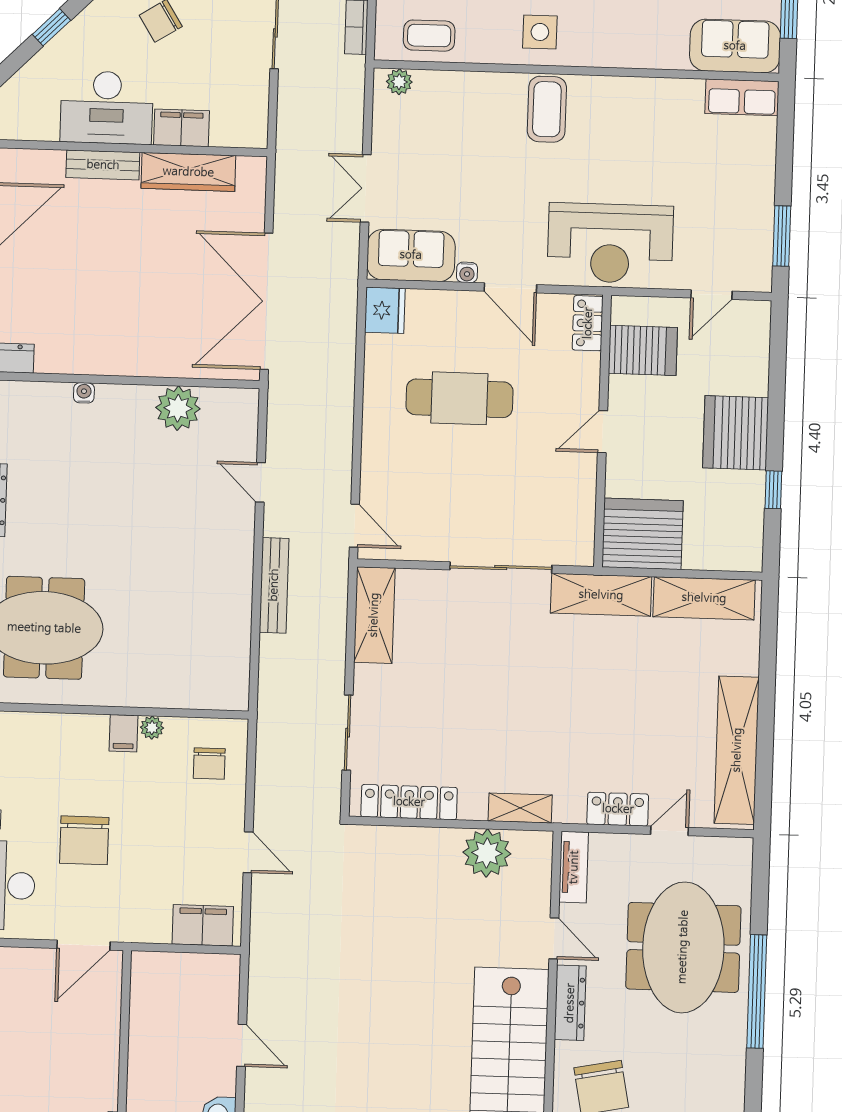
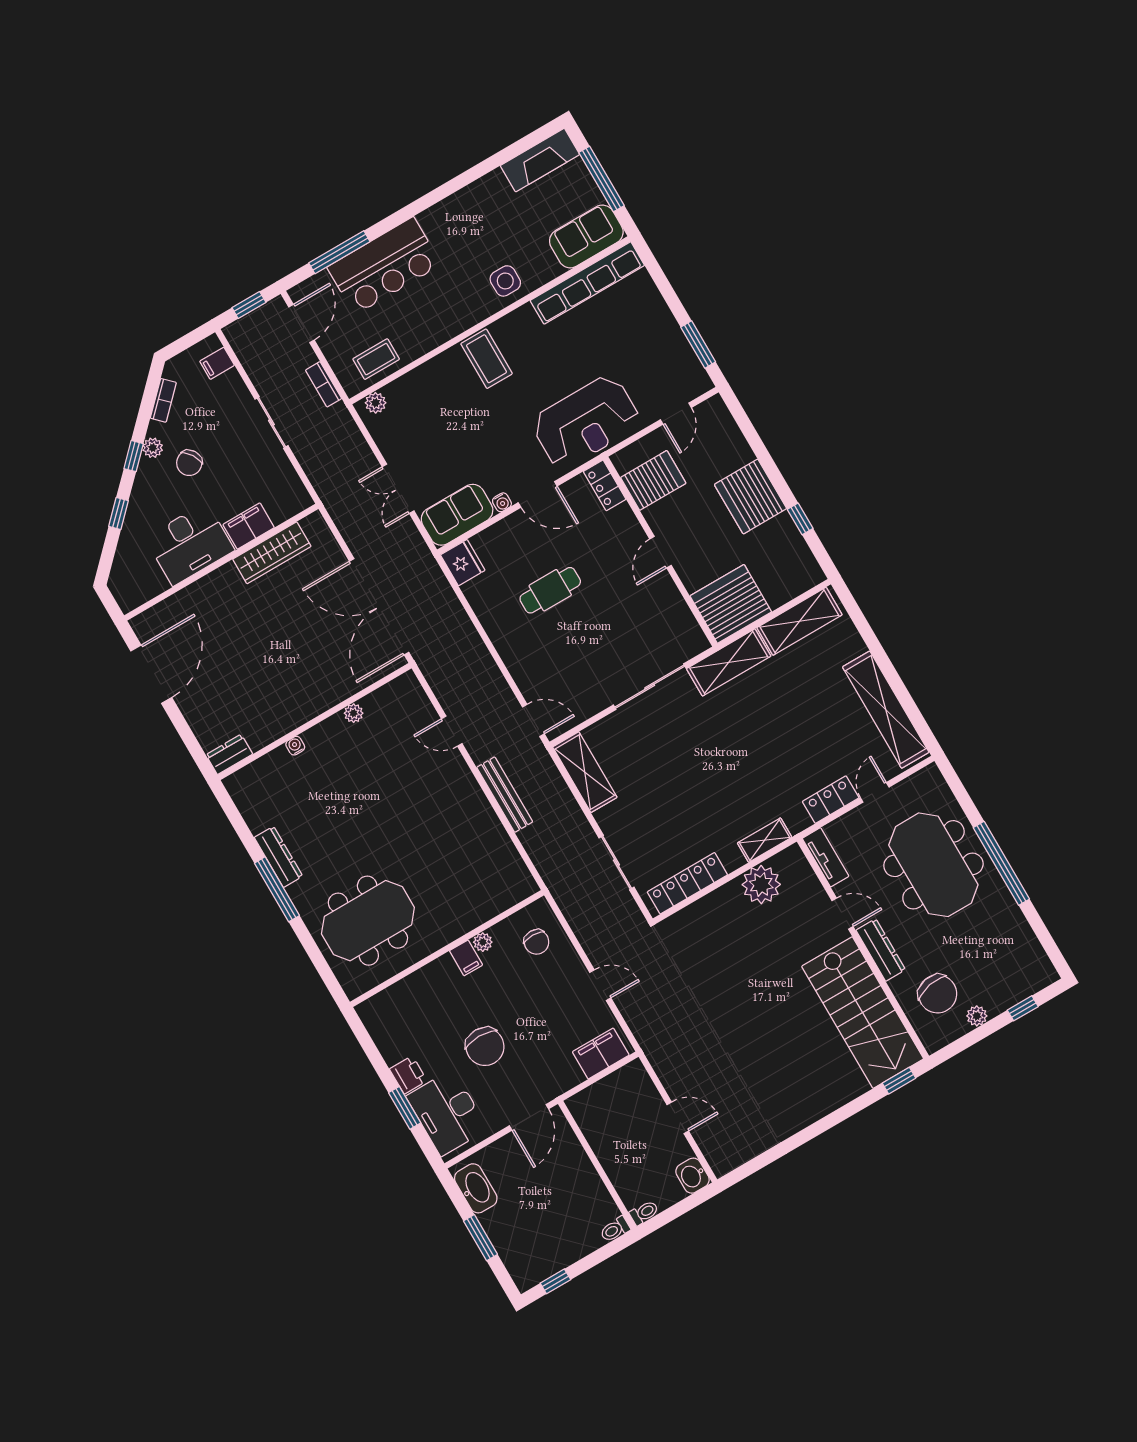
side table: (540, 32) -> (505, 281), moved
row of seats: (742, 97) -> (587, 283), width x2.02
bench: (103, 165) -> (211, 584), removed
cafe table: (459, 398) -> (550, 590), width x0.73, depth x0.74
plant: (178, 408) -> (354, 713), width x0.53, depth x0.53

